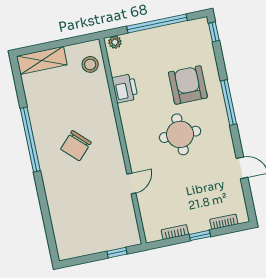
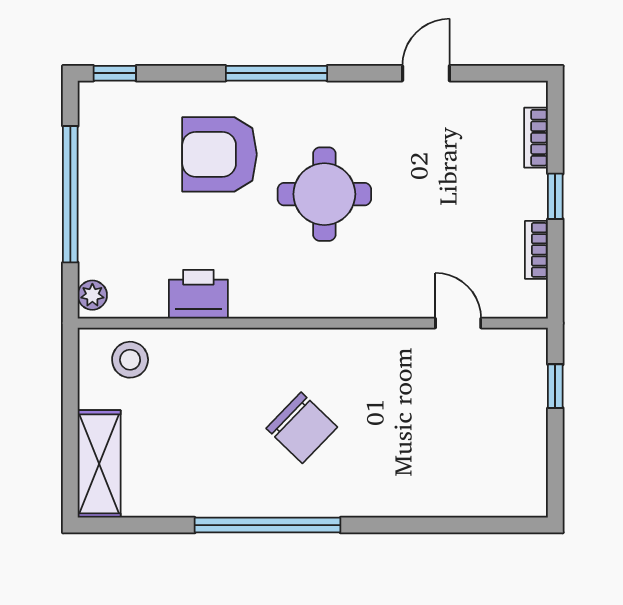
door: (131, 183) -> (458, 323), moved

